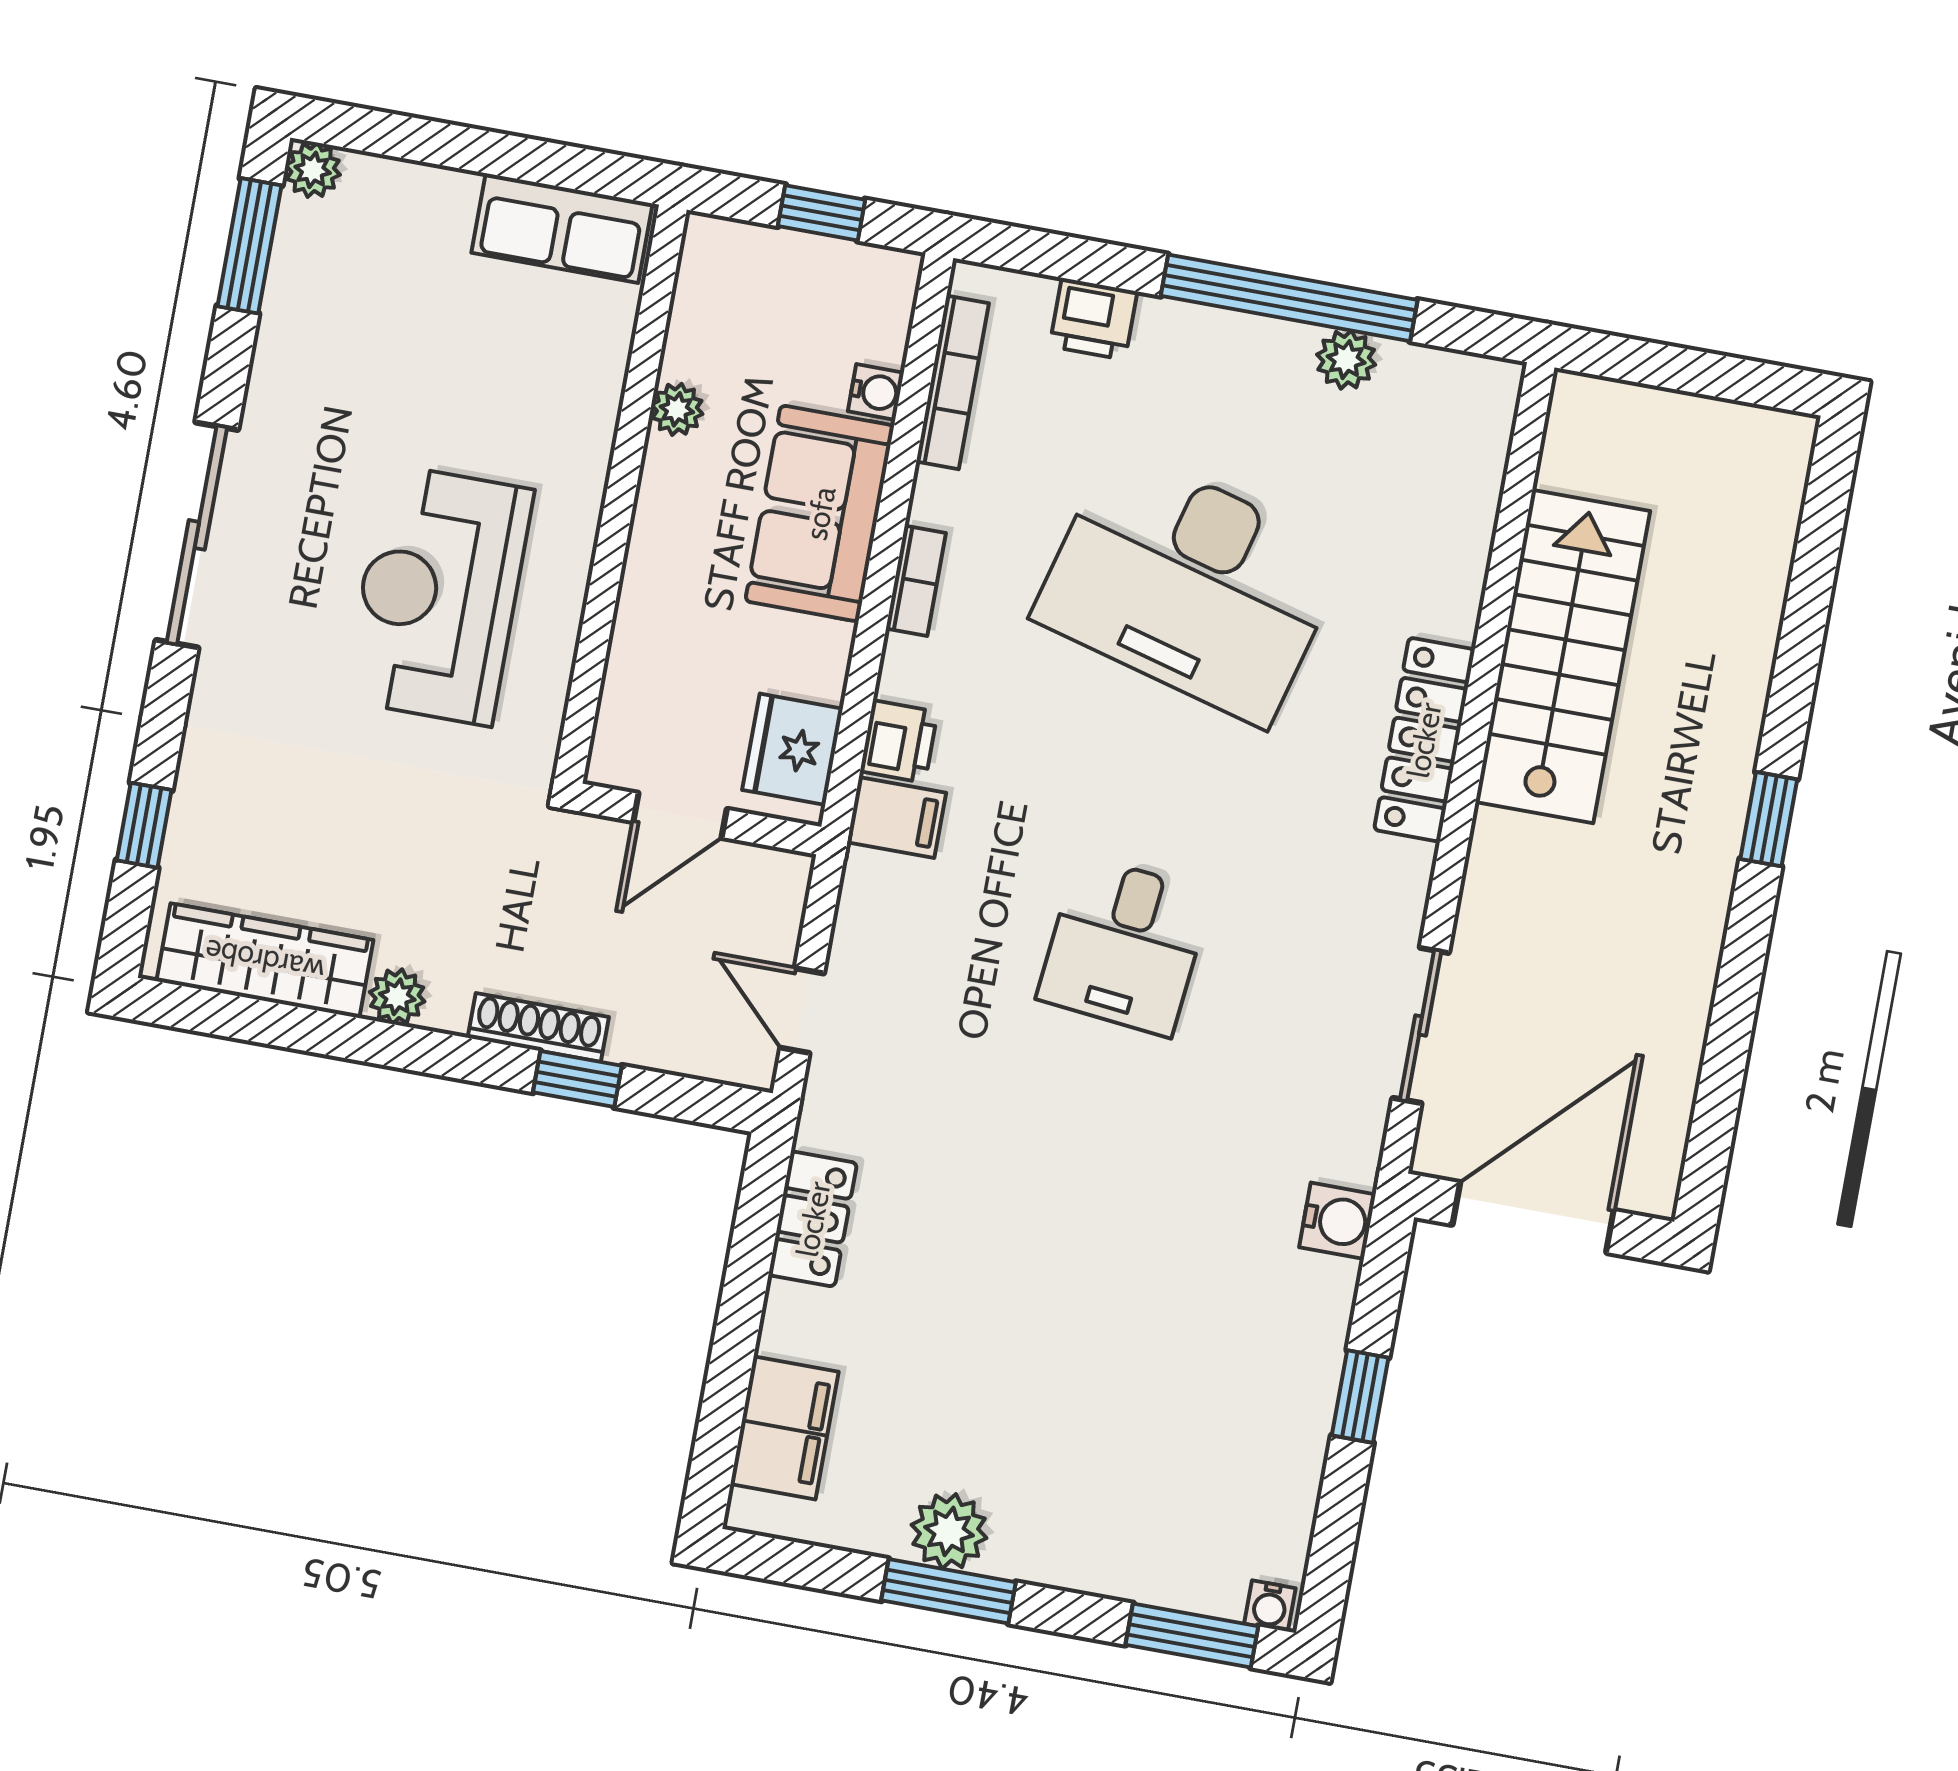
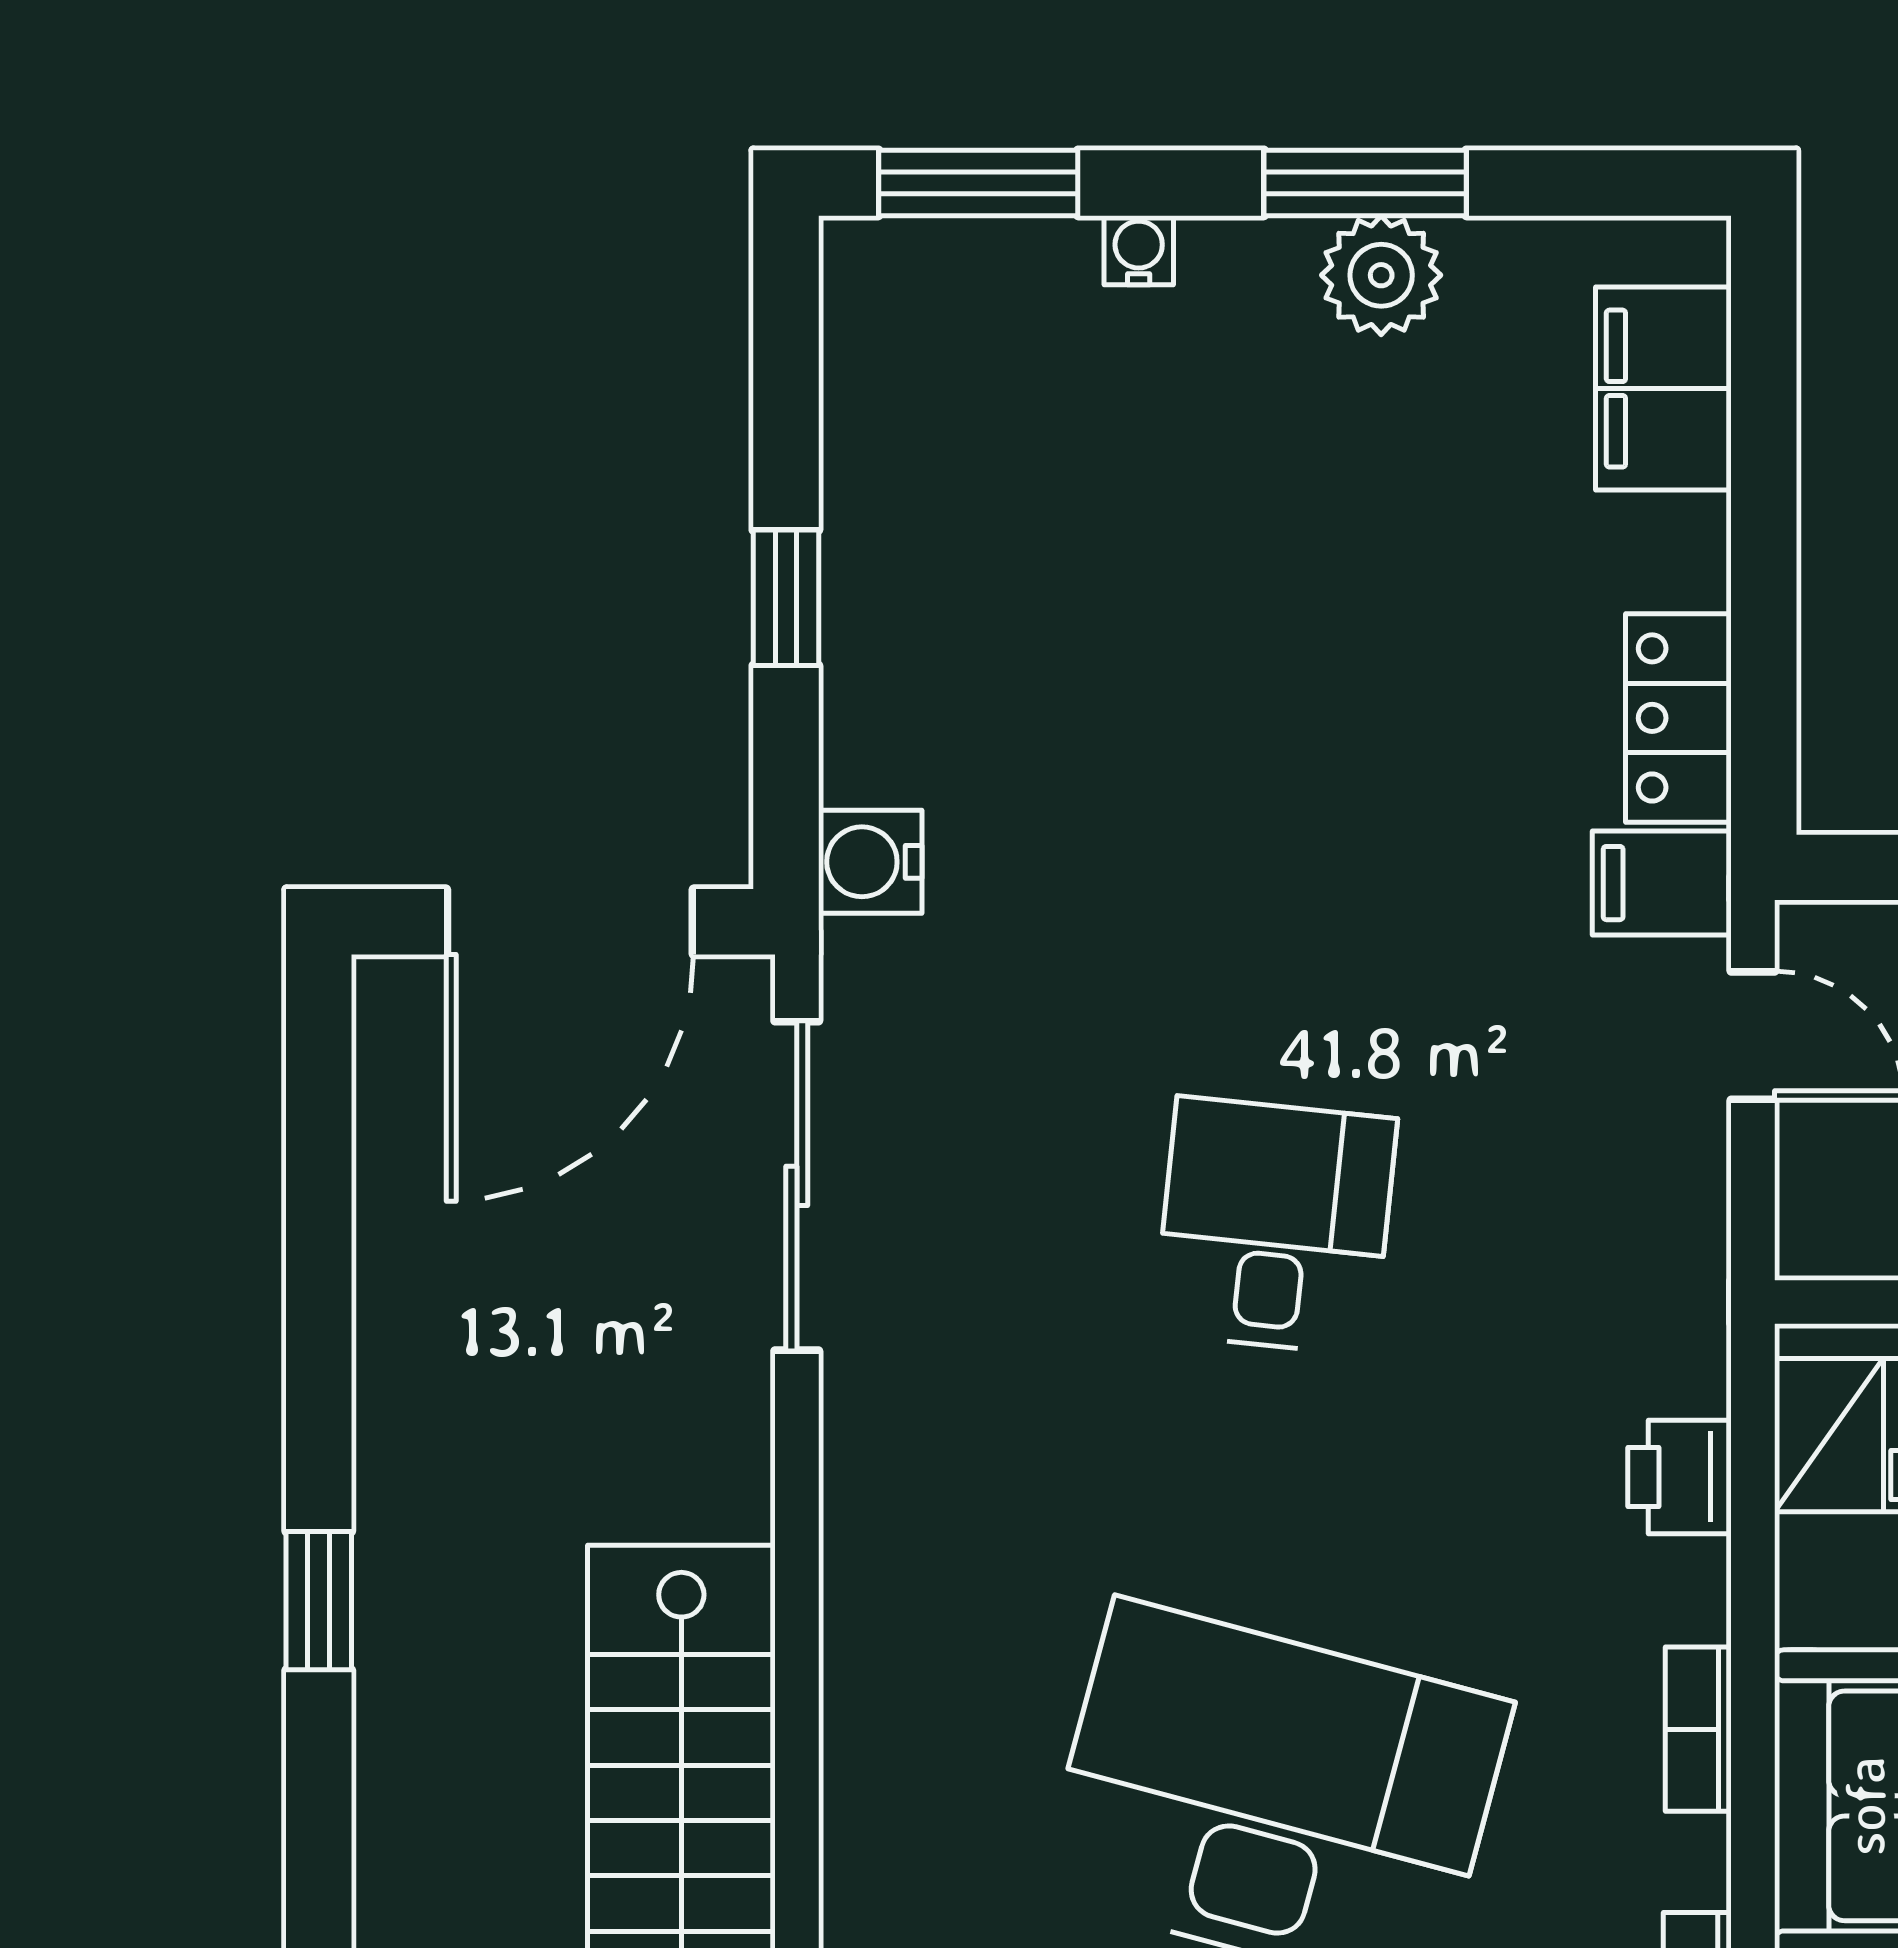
locker: (1424, 740) -> (871, 1627), removed
filing cabinet: (896, 817) -> (1662, 883), moved
sliding door: (1421, 1025) -> (797, 1186), width x1.37
water cooler: (1270, 1606) -> (1139, 250), moved

